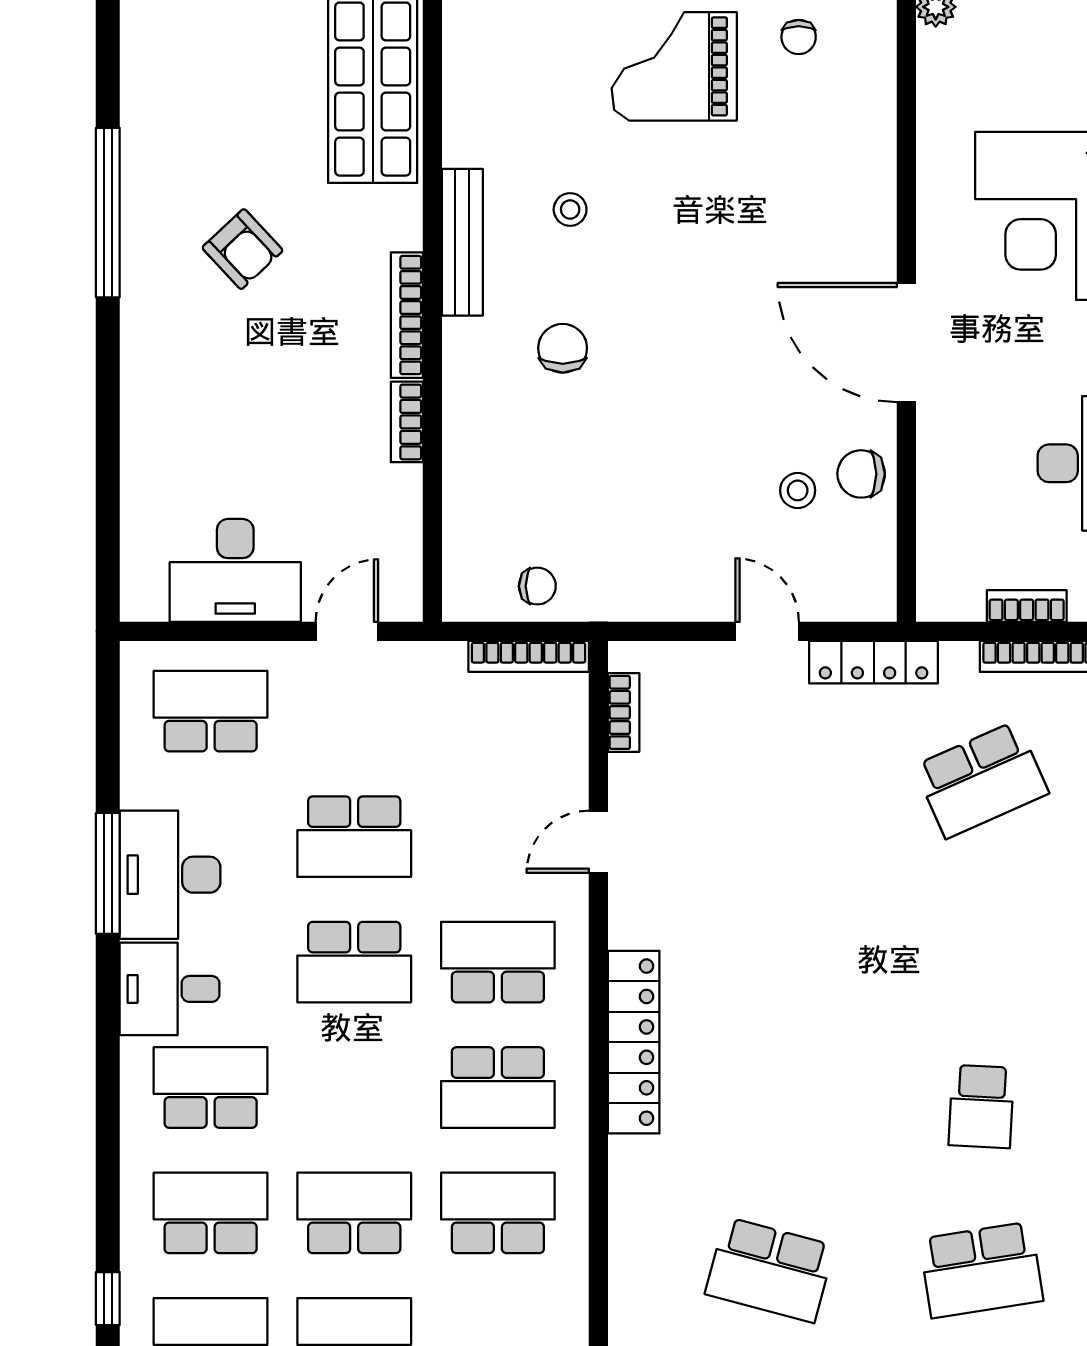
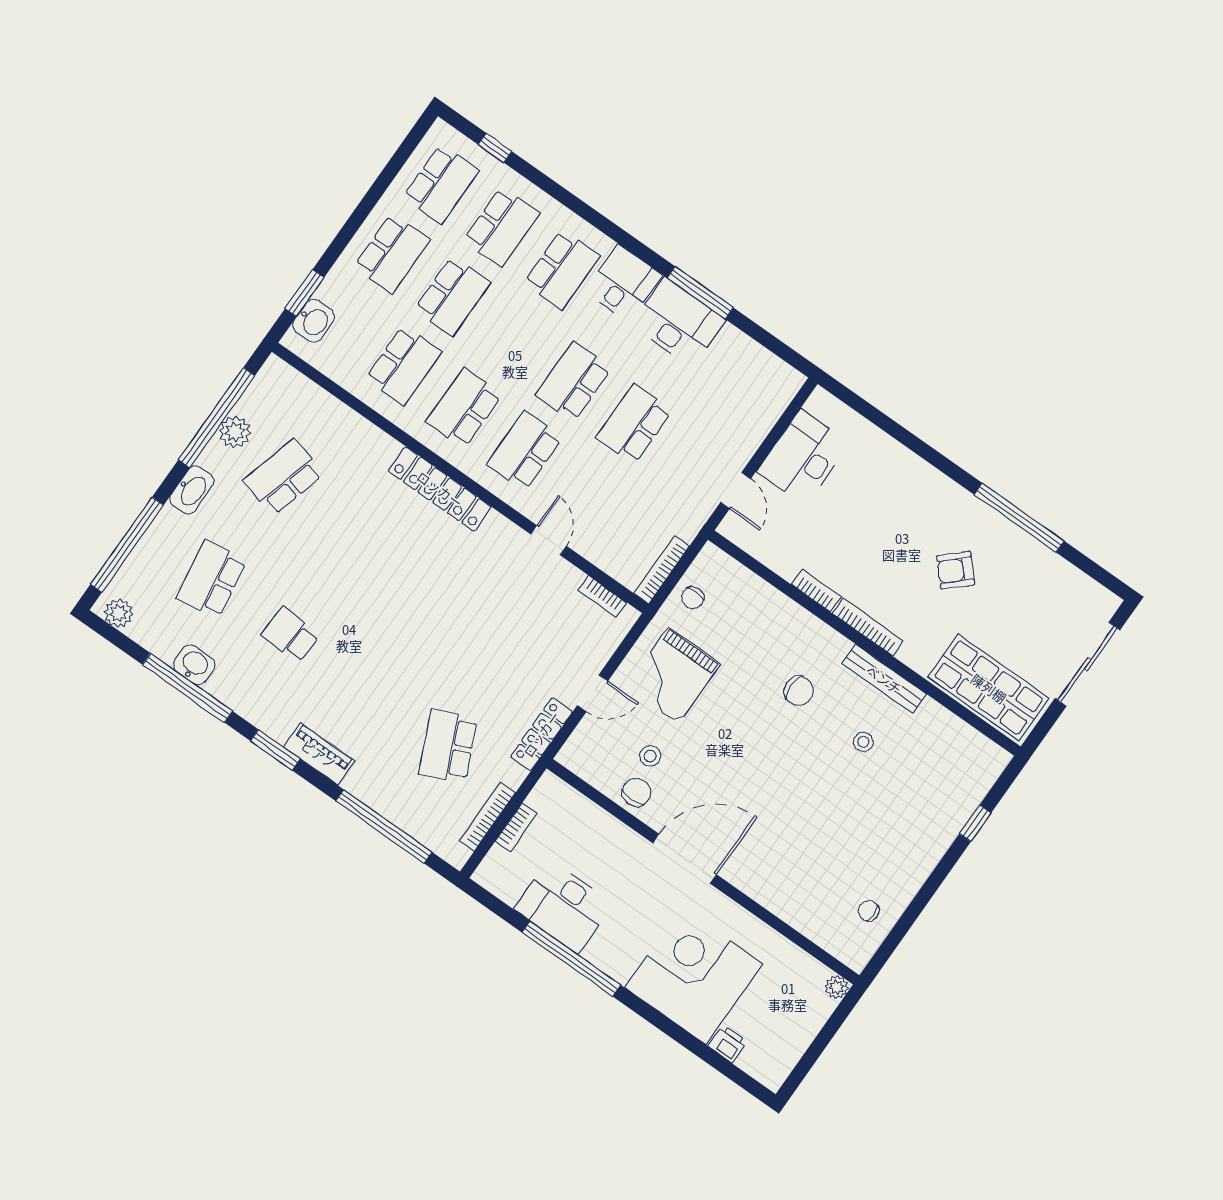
grand piano: (674, 66) -> (673, 676), moved, turned 180
school desk: (211, 711) -> (744, 398), removed
school desk: (498, 962) -> (525, 451), turned 180

